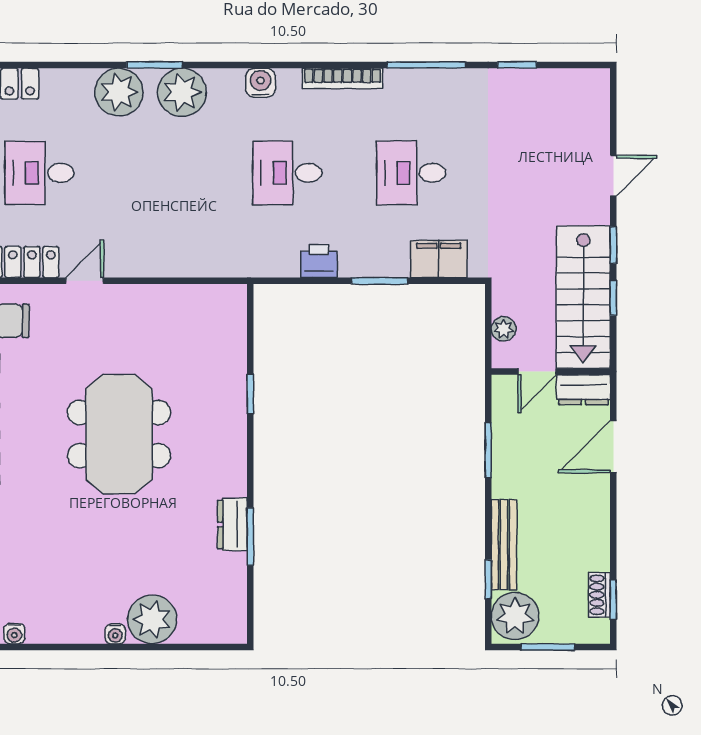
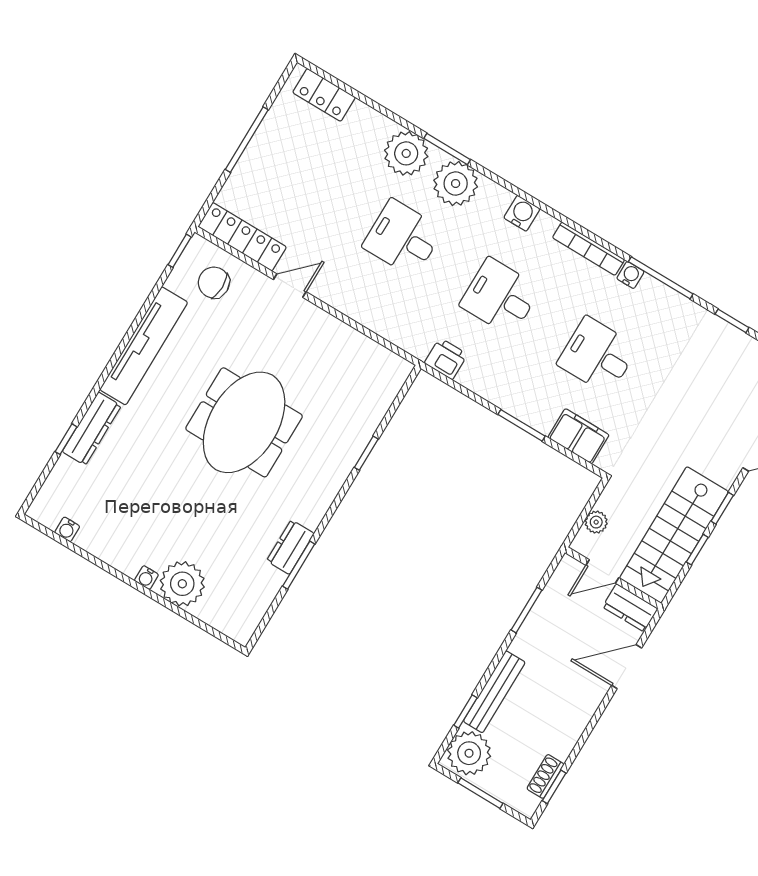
water cooler: (396, 79) -> (630, 275), added
desk: (39, 173) -> (403, 238), moved
printer: (319, 261) -> (446, 359), moved

